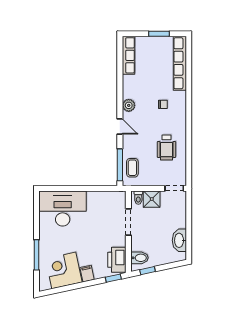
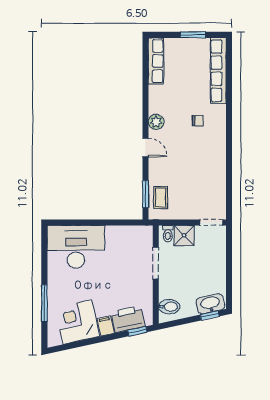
wheelchair: (167, 147) -> (202, 173), removed
window: (120, 165) -> (145, 194), width x0.69
washbasin: (179, 240) -> (210, 304), moved, turned 78
printer: (117, 260) -> (128, 319), moved, turned 78
window: (148, 271) -> (210, 316), moved

